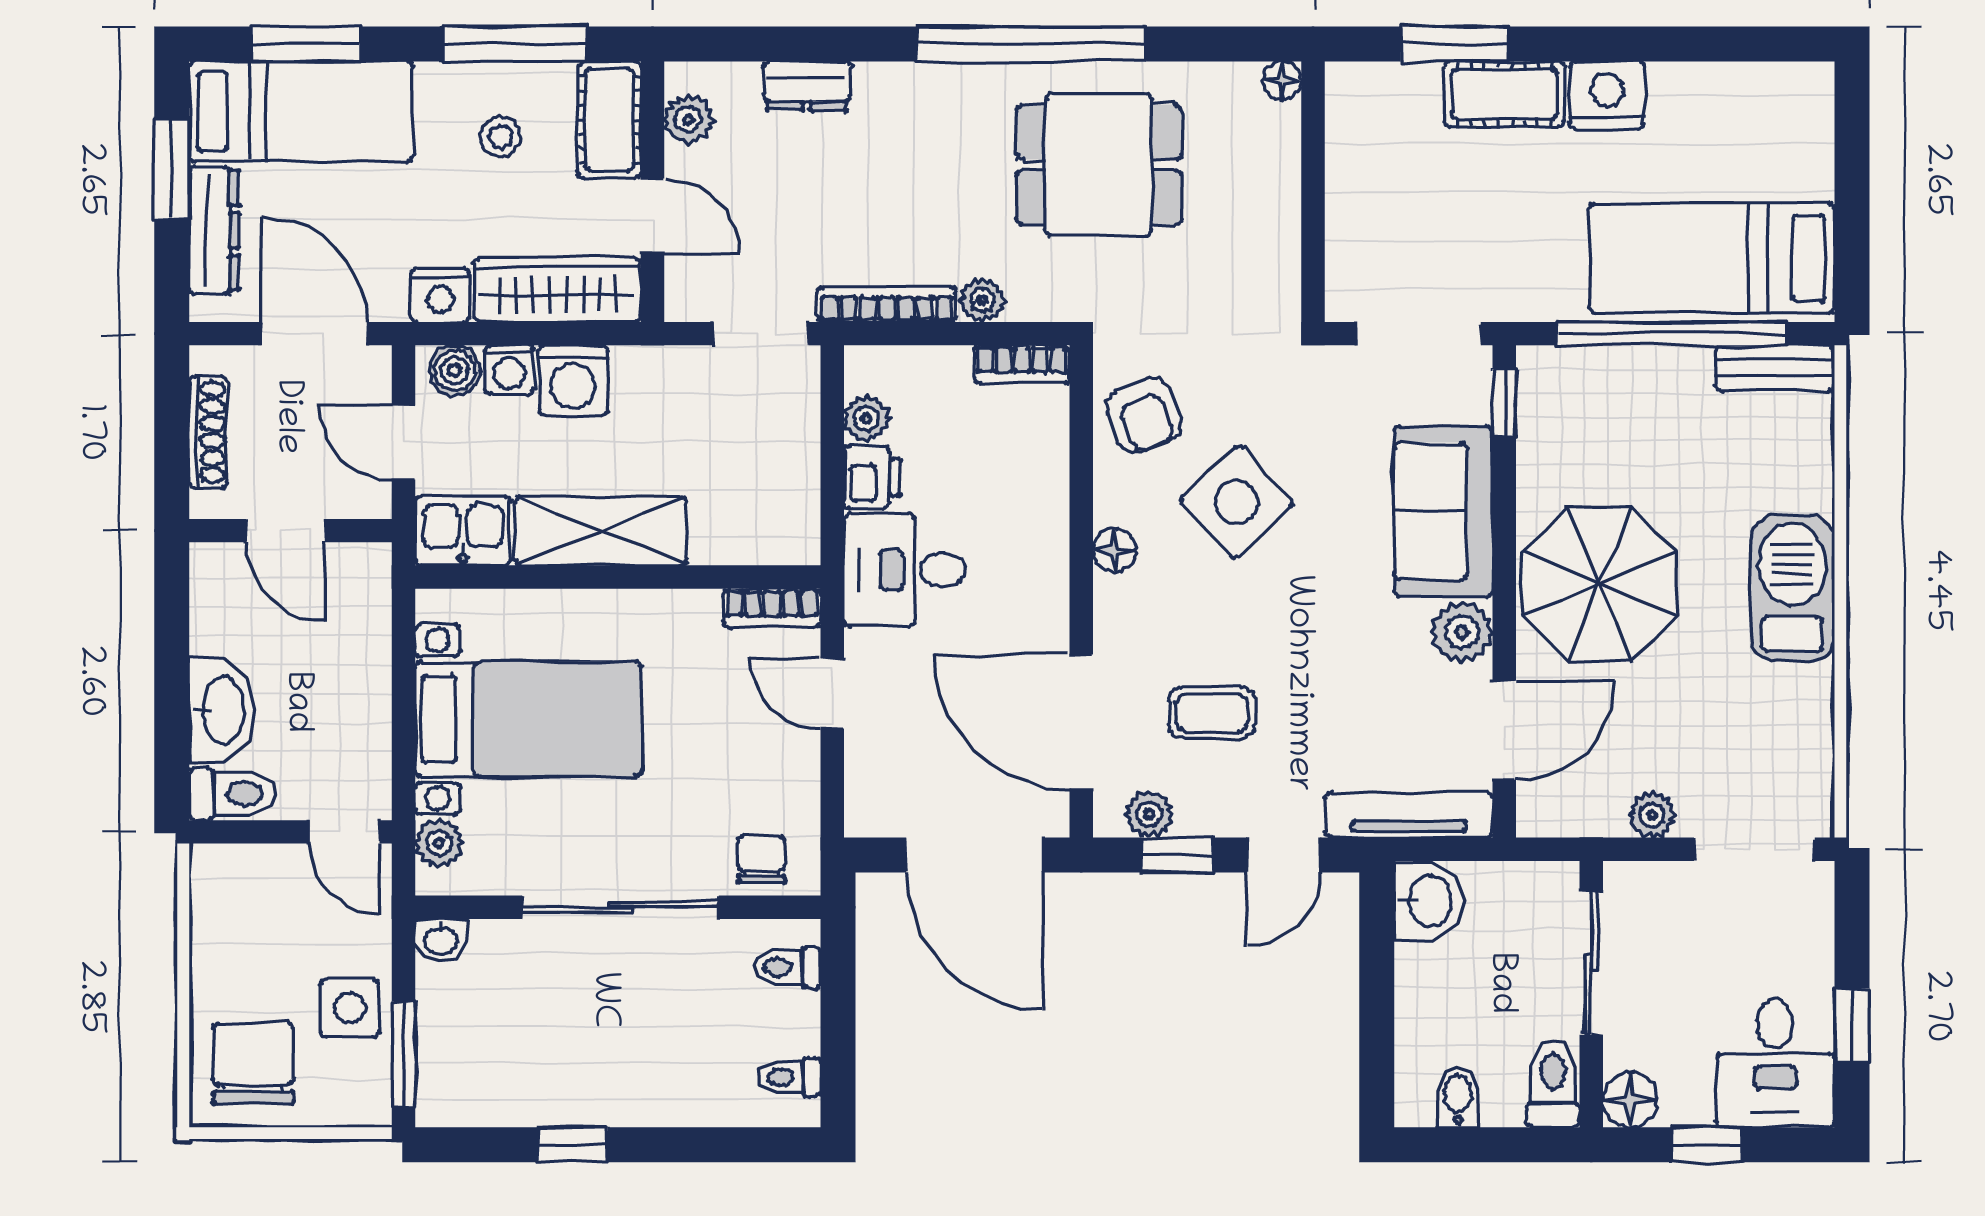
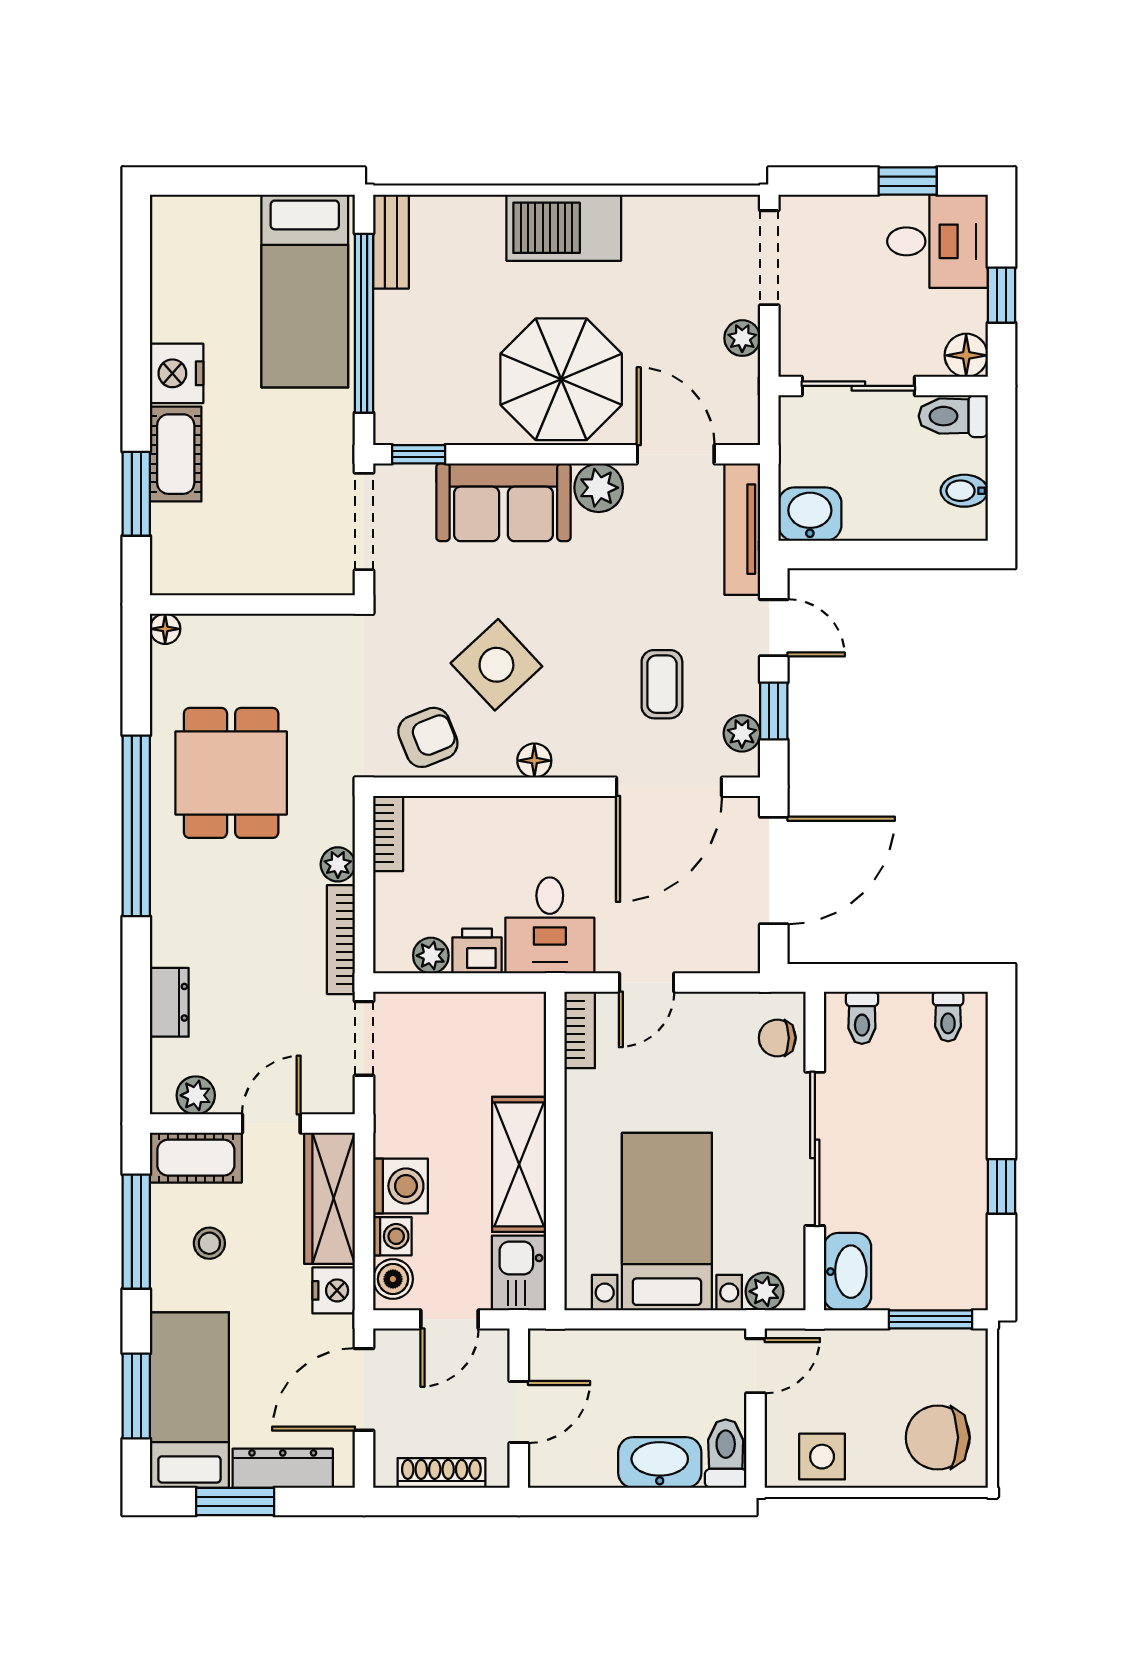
washbasin: (441, 940) -> (848, 1272), width x1.91, depth x1.45
side table: (350, 1008) -> (822, 1457), moved

